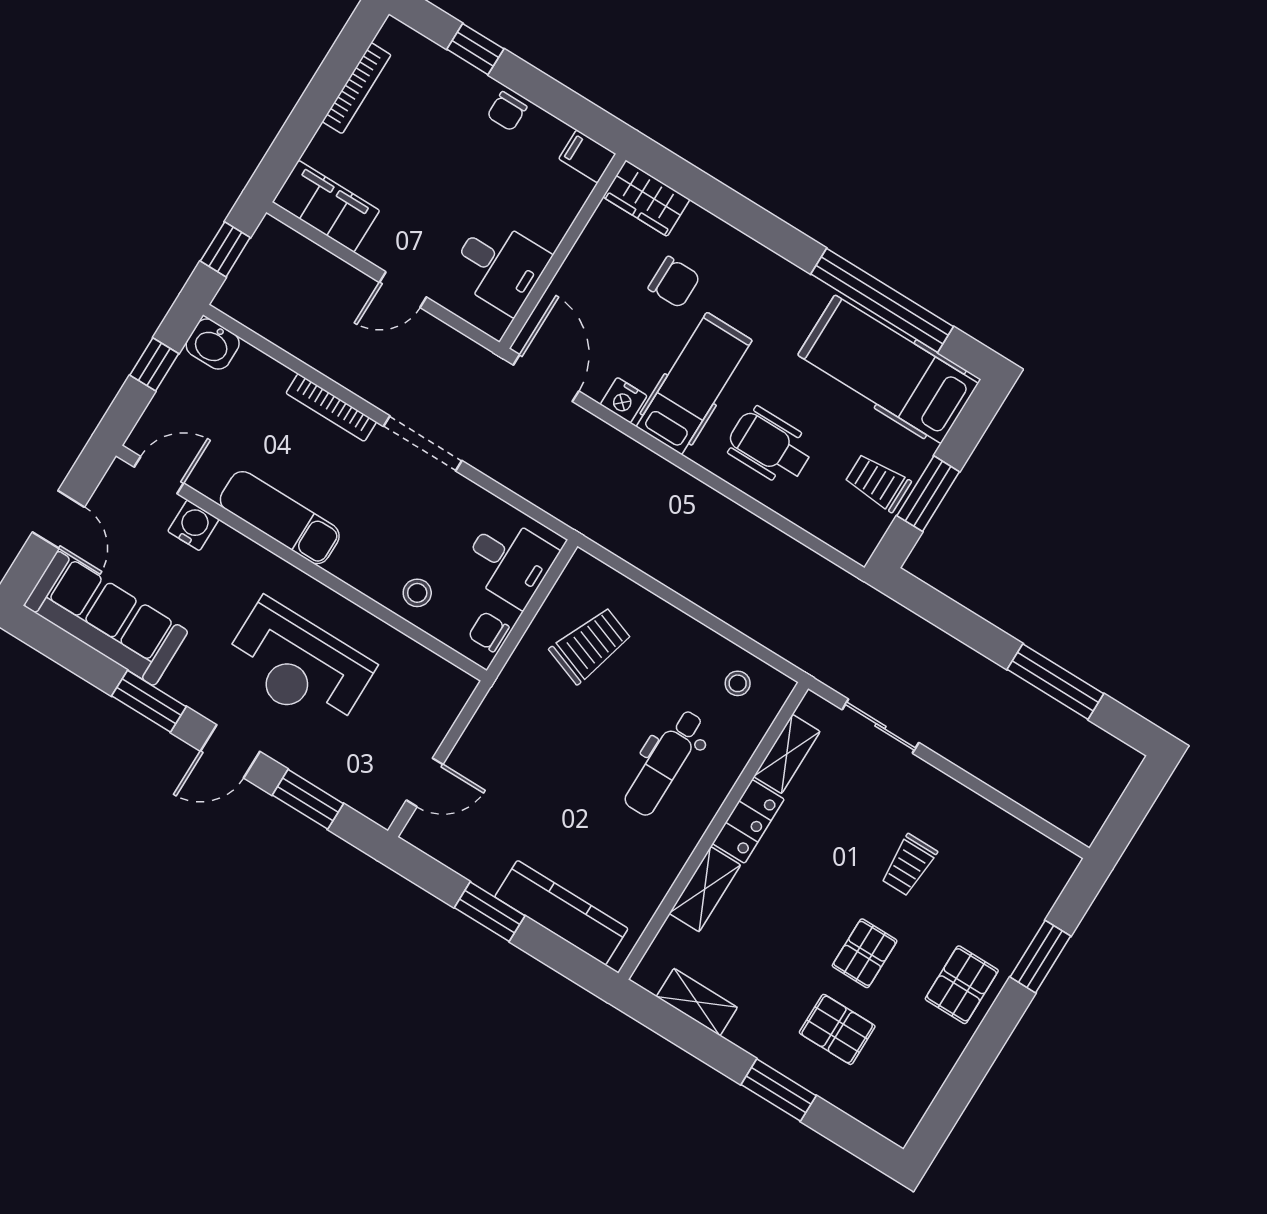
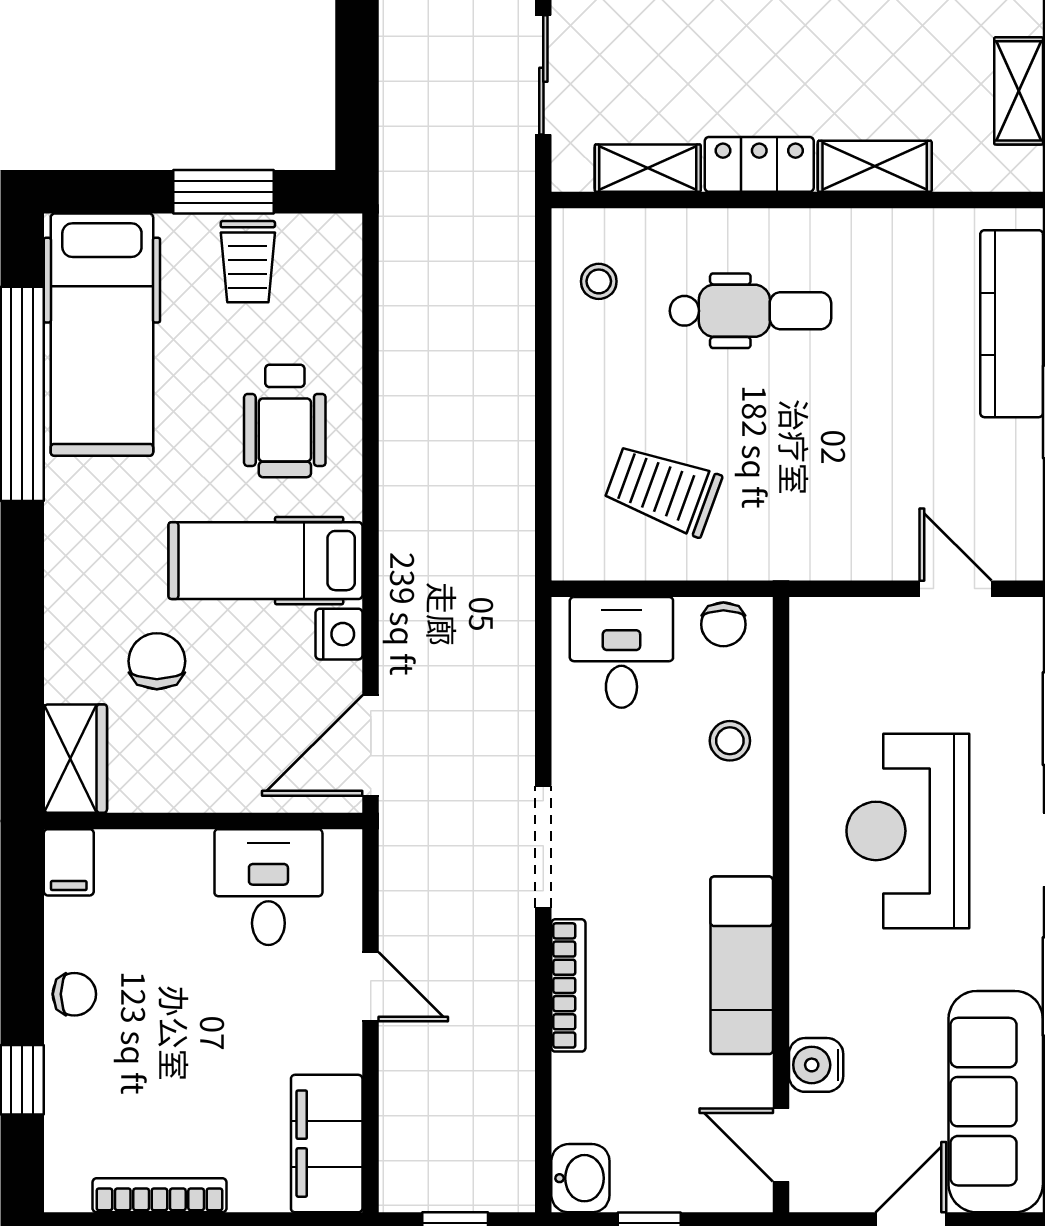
reception desk: (299, 665) -> (908, 831), turned 180

